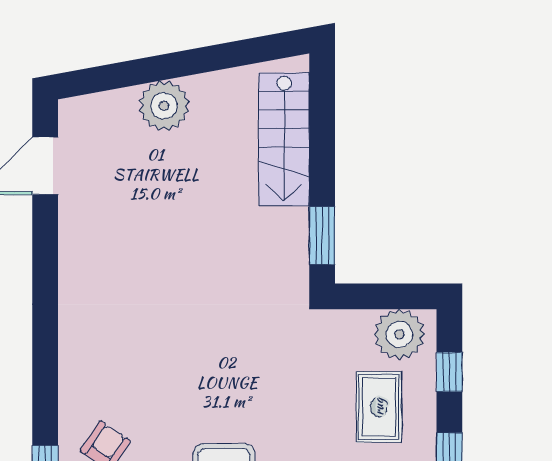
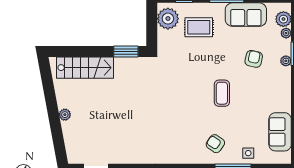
plant: (164, 106) -> (65, 115), width x0.53, depth x0.53

